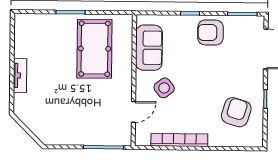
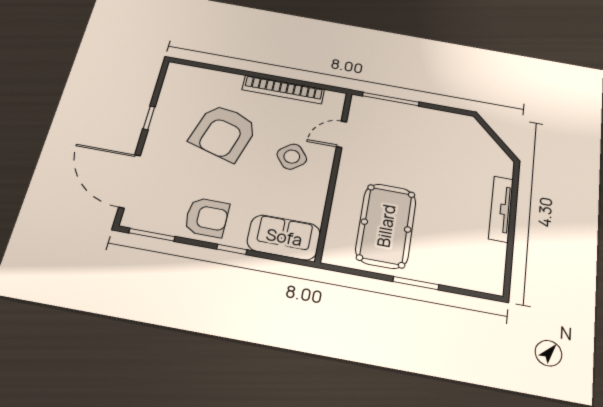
sofa: (149, 48) -> (284, 237), moved, turned 90
tv unit: (20, 75) -> (501, 209), width x1.41
armchair: (236, 112) -> (224, 132), moved, width x1.36, depth x1.36

